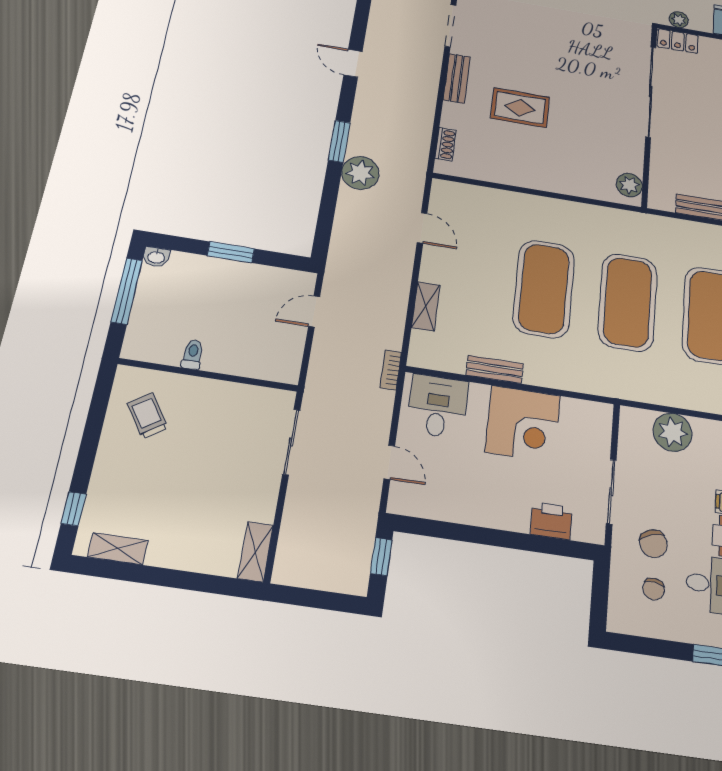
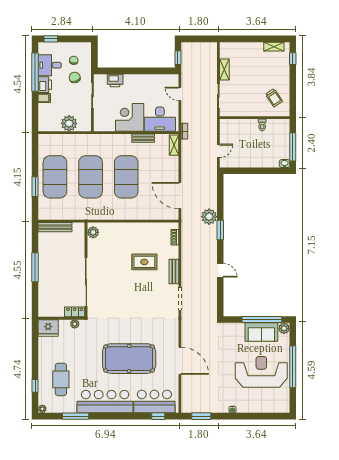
door: (422, 228) -> (180, 196), width x1.88
window: (231, 252) -> (256, 171), removed
shelving: (426, 306) -> (174, 145), moved
desk: (438, 406) -> (160, 119), width x1.37
shelving: (255, 552) -> (224, 69), moved

